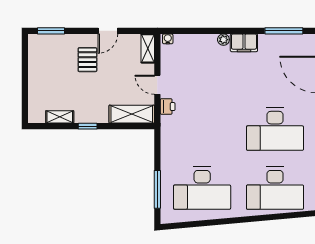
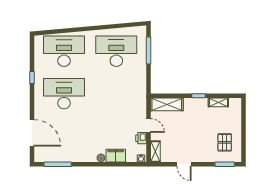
door: (108, 31) -> (184, 164), swing flipped
filing cabinet: (244, 43) -> (116, 156), moved
pallet: (87, 60) -> (225, 142), moved
printer: (168, 107) -> (141, 138), moved

